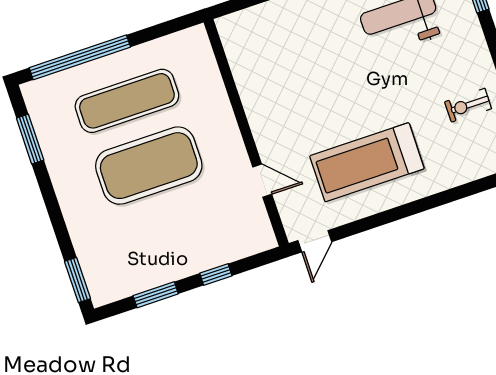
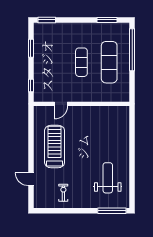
exercise mat: (149, 166) -> (81, 62), width x0.50, depth x0.69
door: (315, 241) -> (31, 179), moved
window: (216, 274) -> (31, 86), moved

